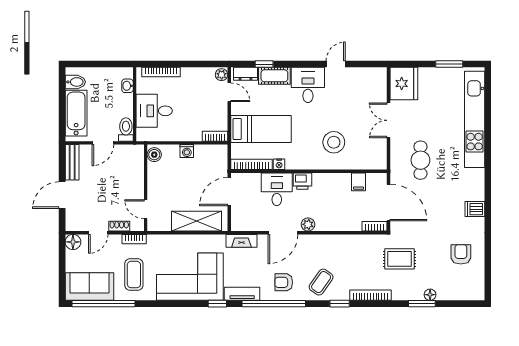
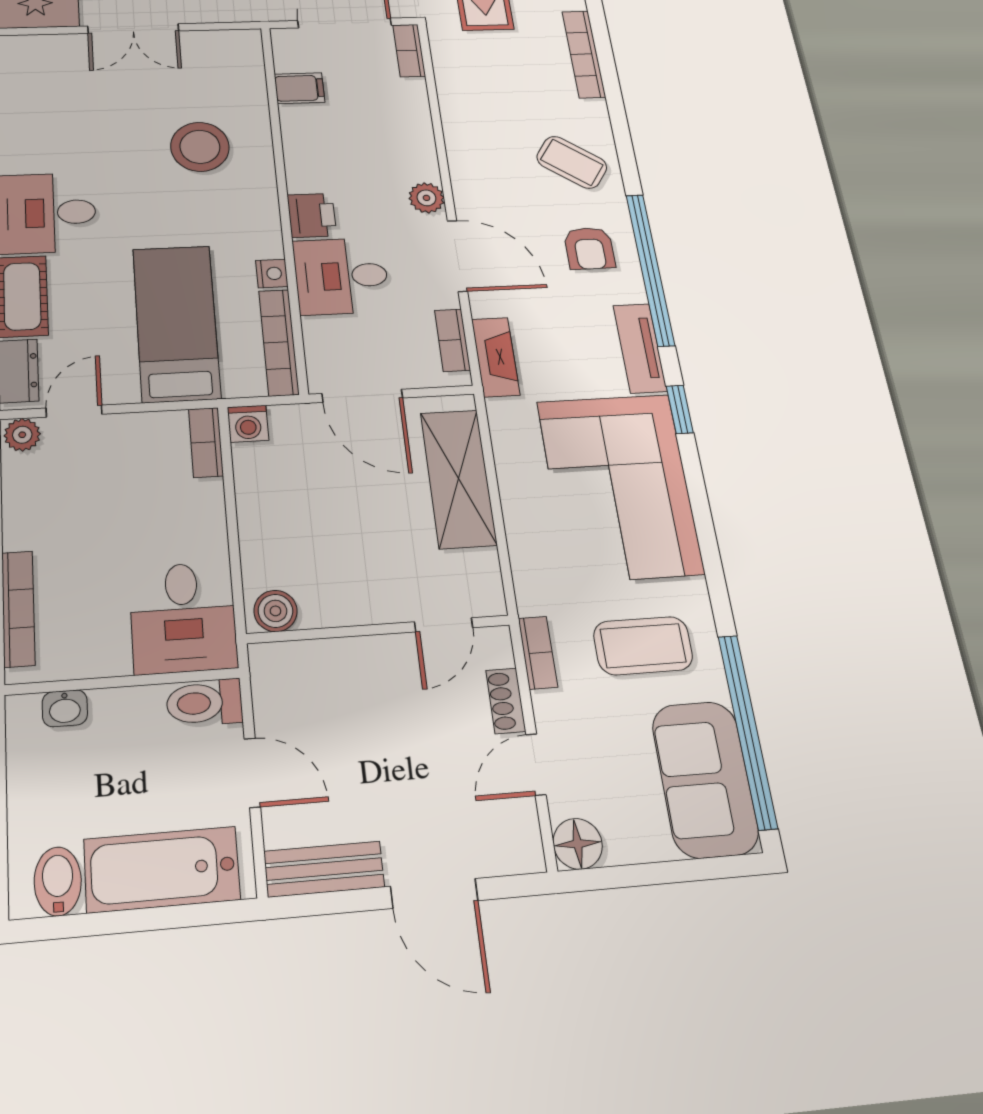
desk: (154, 111) -> (183, 617), moved
washing machine: (187, 151) -> (248, 424), moved, turned 90
bookcase: (249, 226) -> (452, 340), added
door: (98, 233) -> (536, 765), swing flipped
window: (340, 304) -> (619, 119), removed

